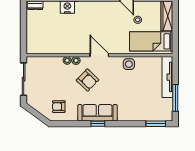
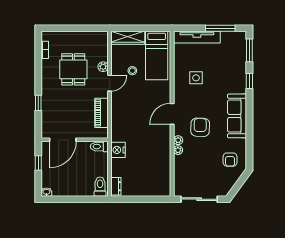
side table: (129, 64) -> (196, 78), moved
armchair: (87, 80) -> (200, 127), turned -42
window: (98, 124) -> (249, 81), moved

